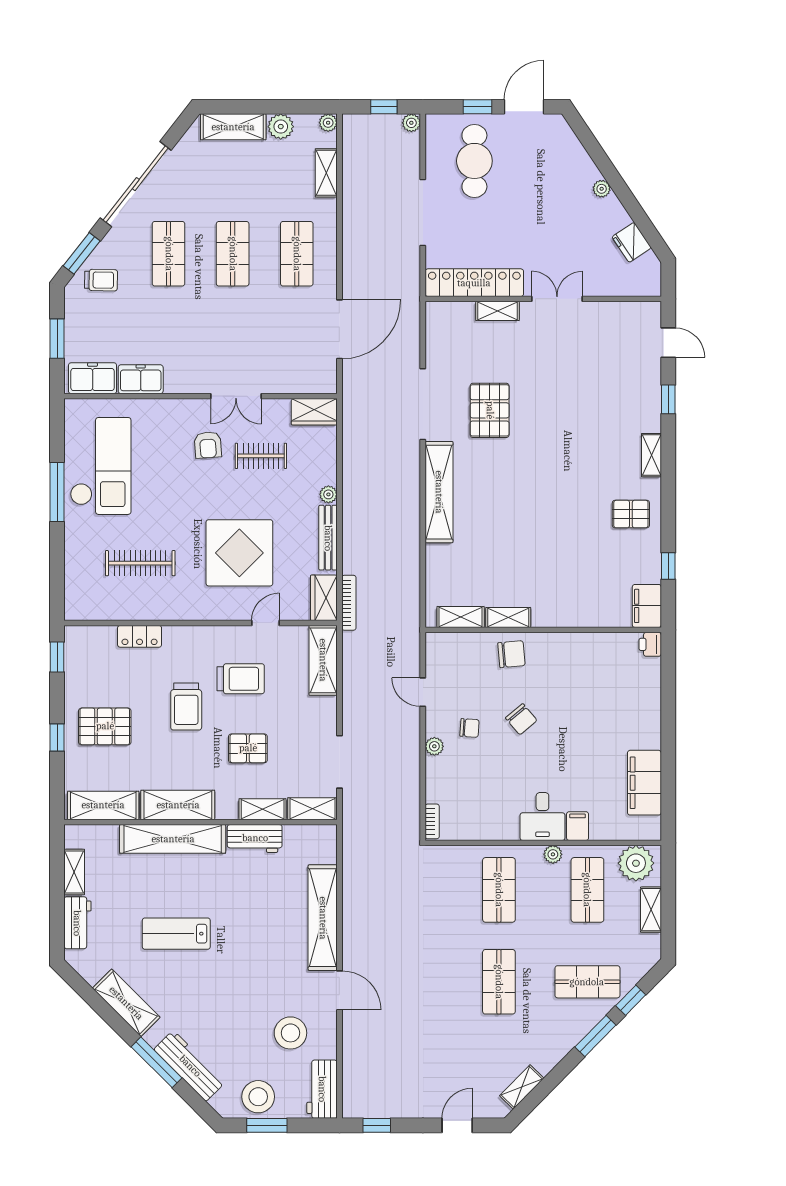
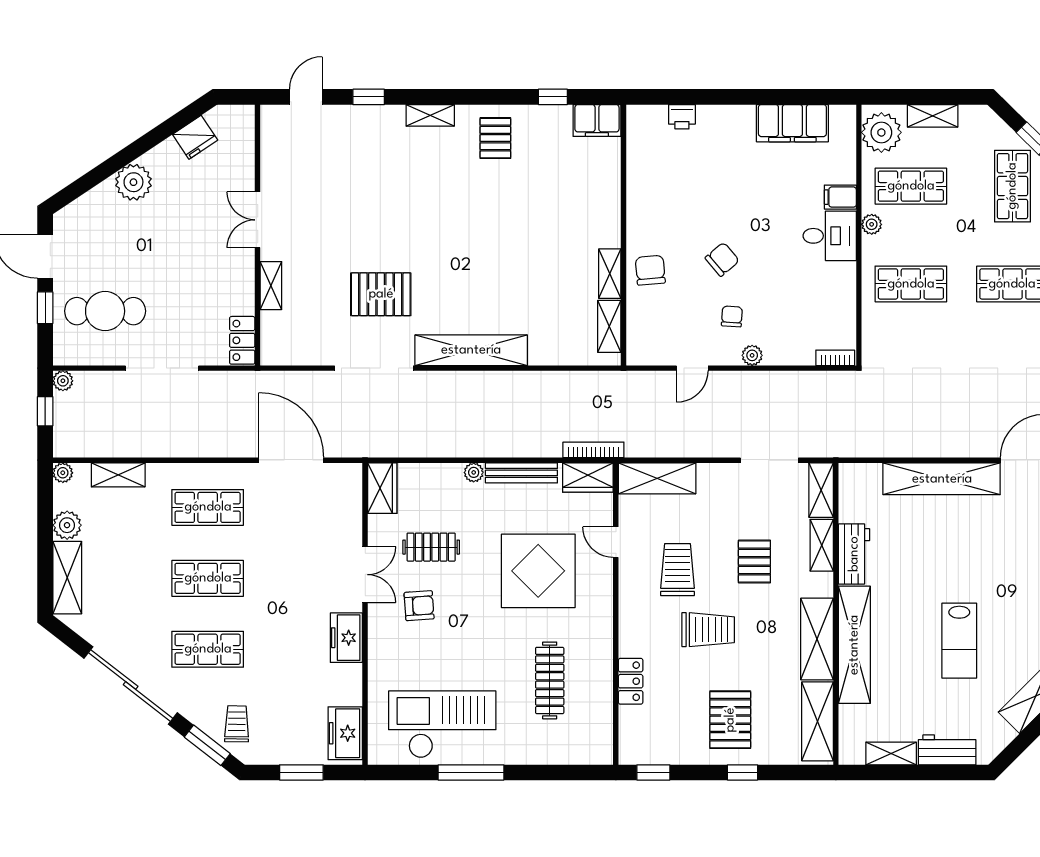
plant: (602, 189) -> (133, 182), width x1.87, depth x1.87
locker: (474, 283) -> (242, 340), width x0.46, depth x0.83
freezer: (141, 379) -> (346, 638), moved
clothes rail: (261, 456) -> (431, 547), turned 90
printer: (650, 644) -> (682, 117), moved

